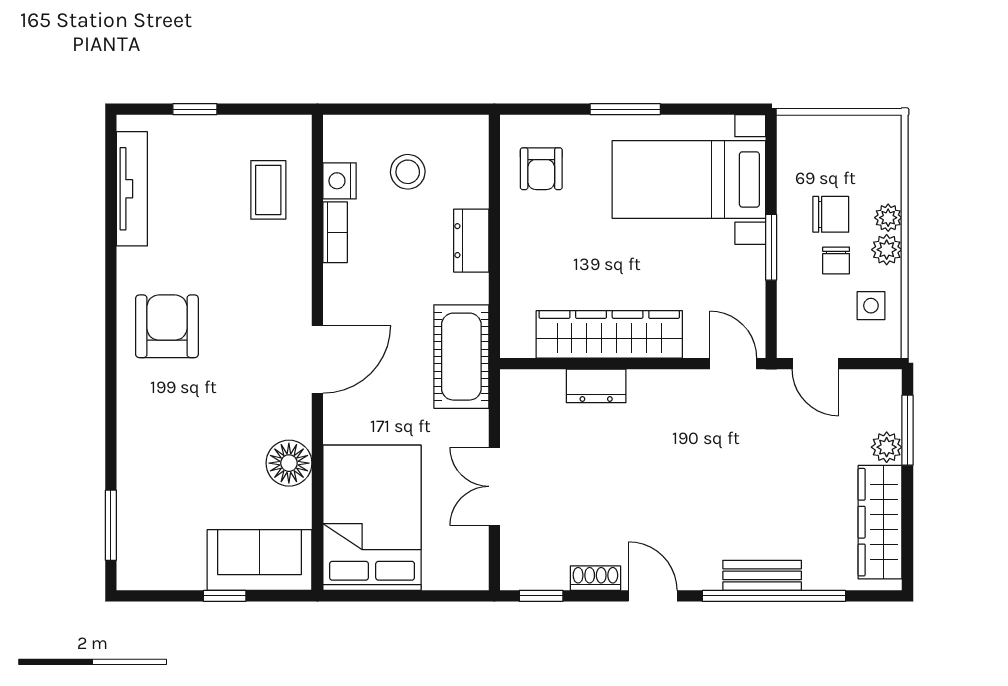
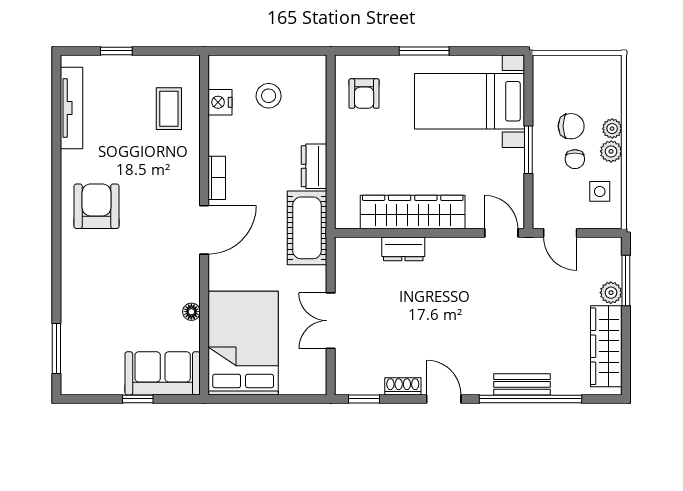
bookcase: (335, 232) -> (217, 178), moved
dresser: (471, 241) -> (314, 166), moved
floor lamp: (289, 463) -> (191, 312), width x0.53, depth x0.53

